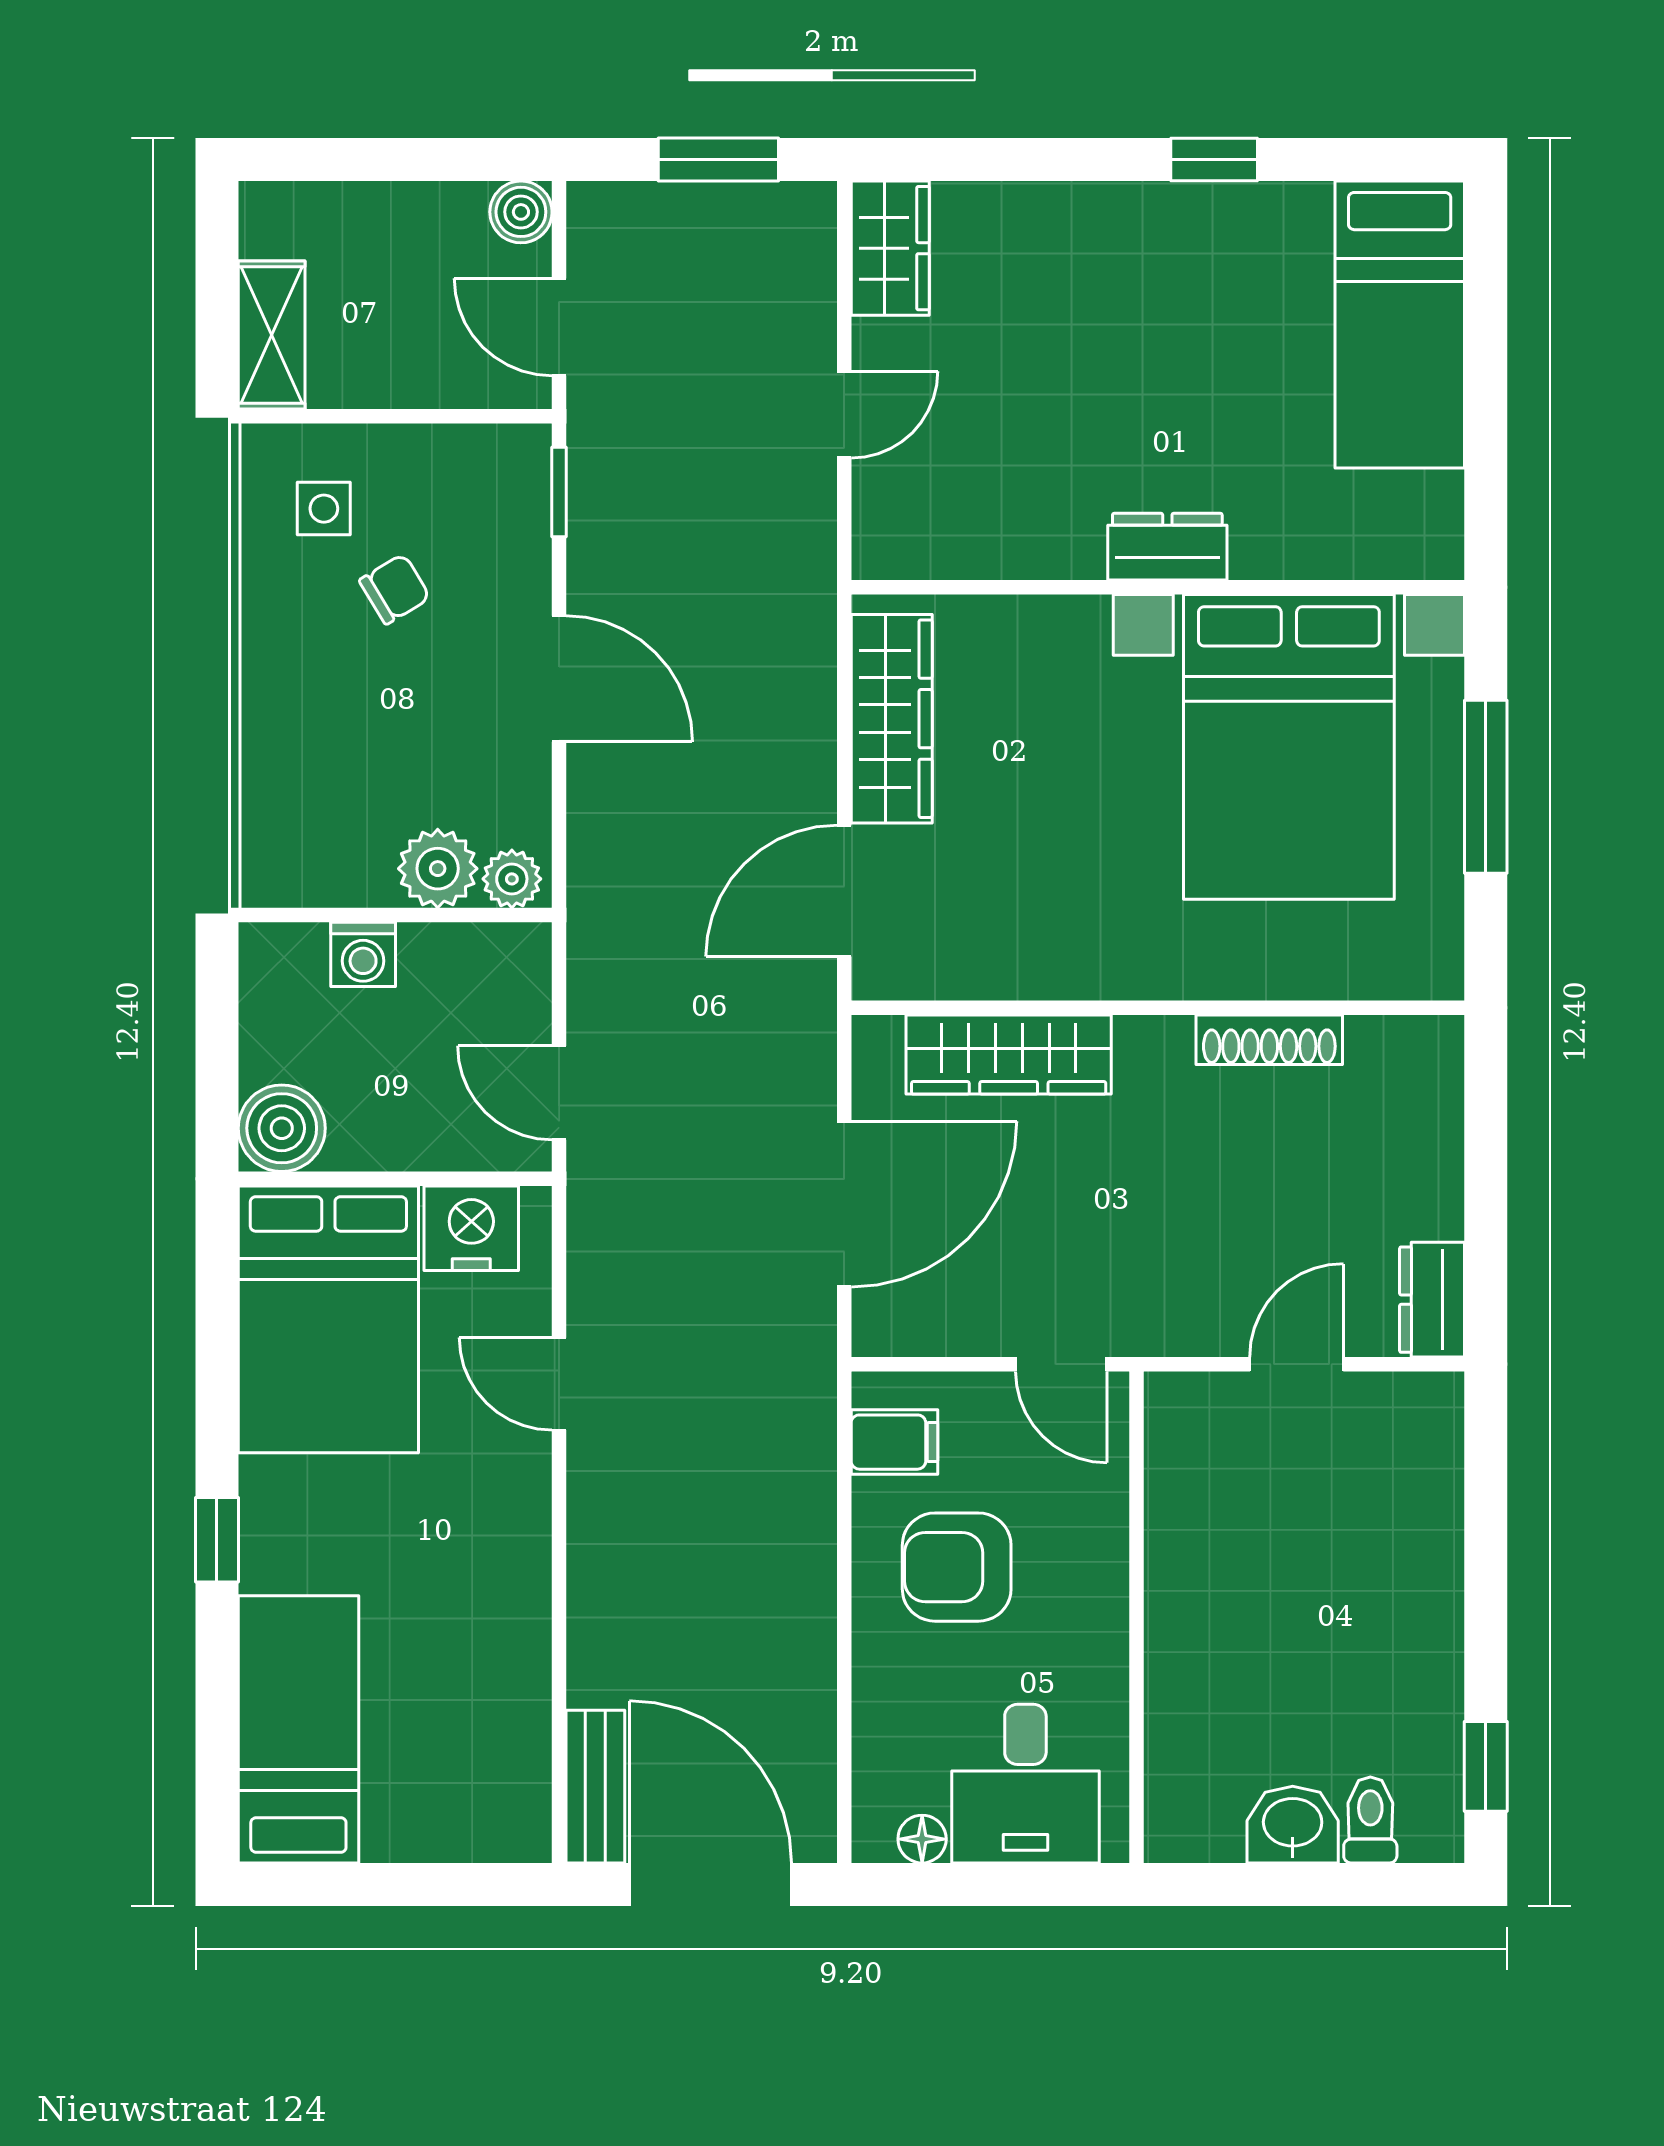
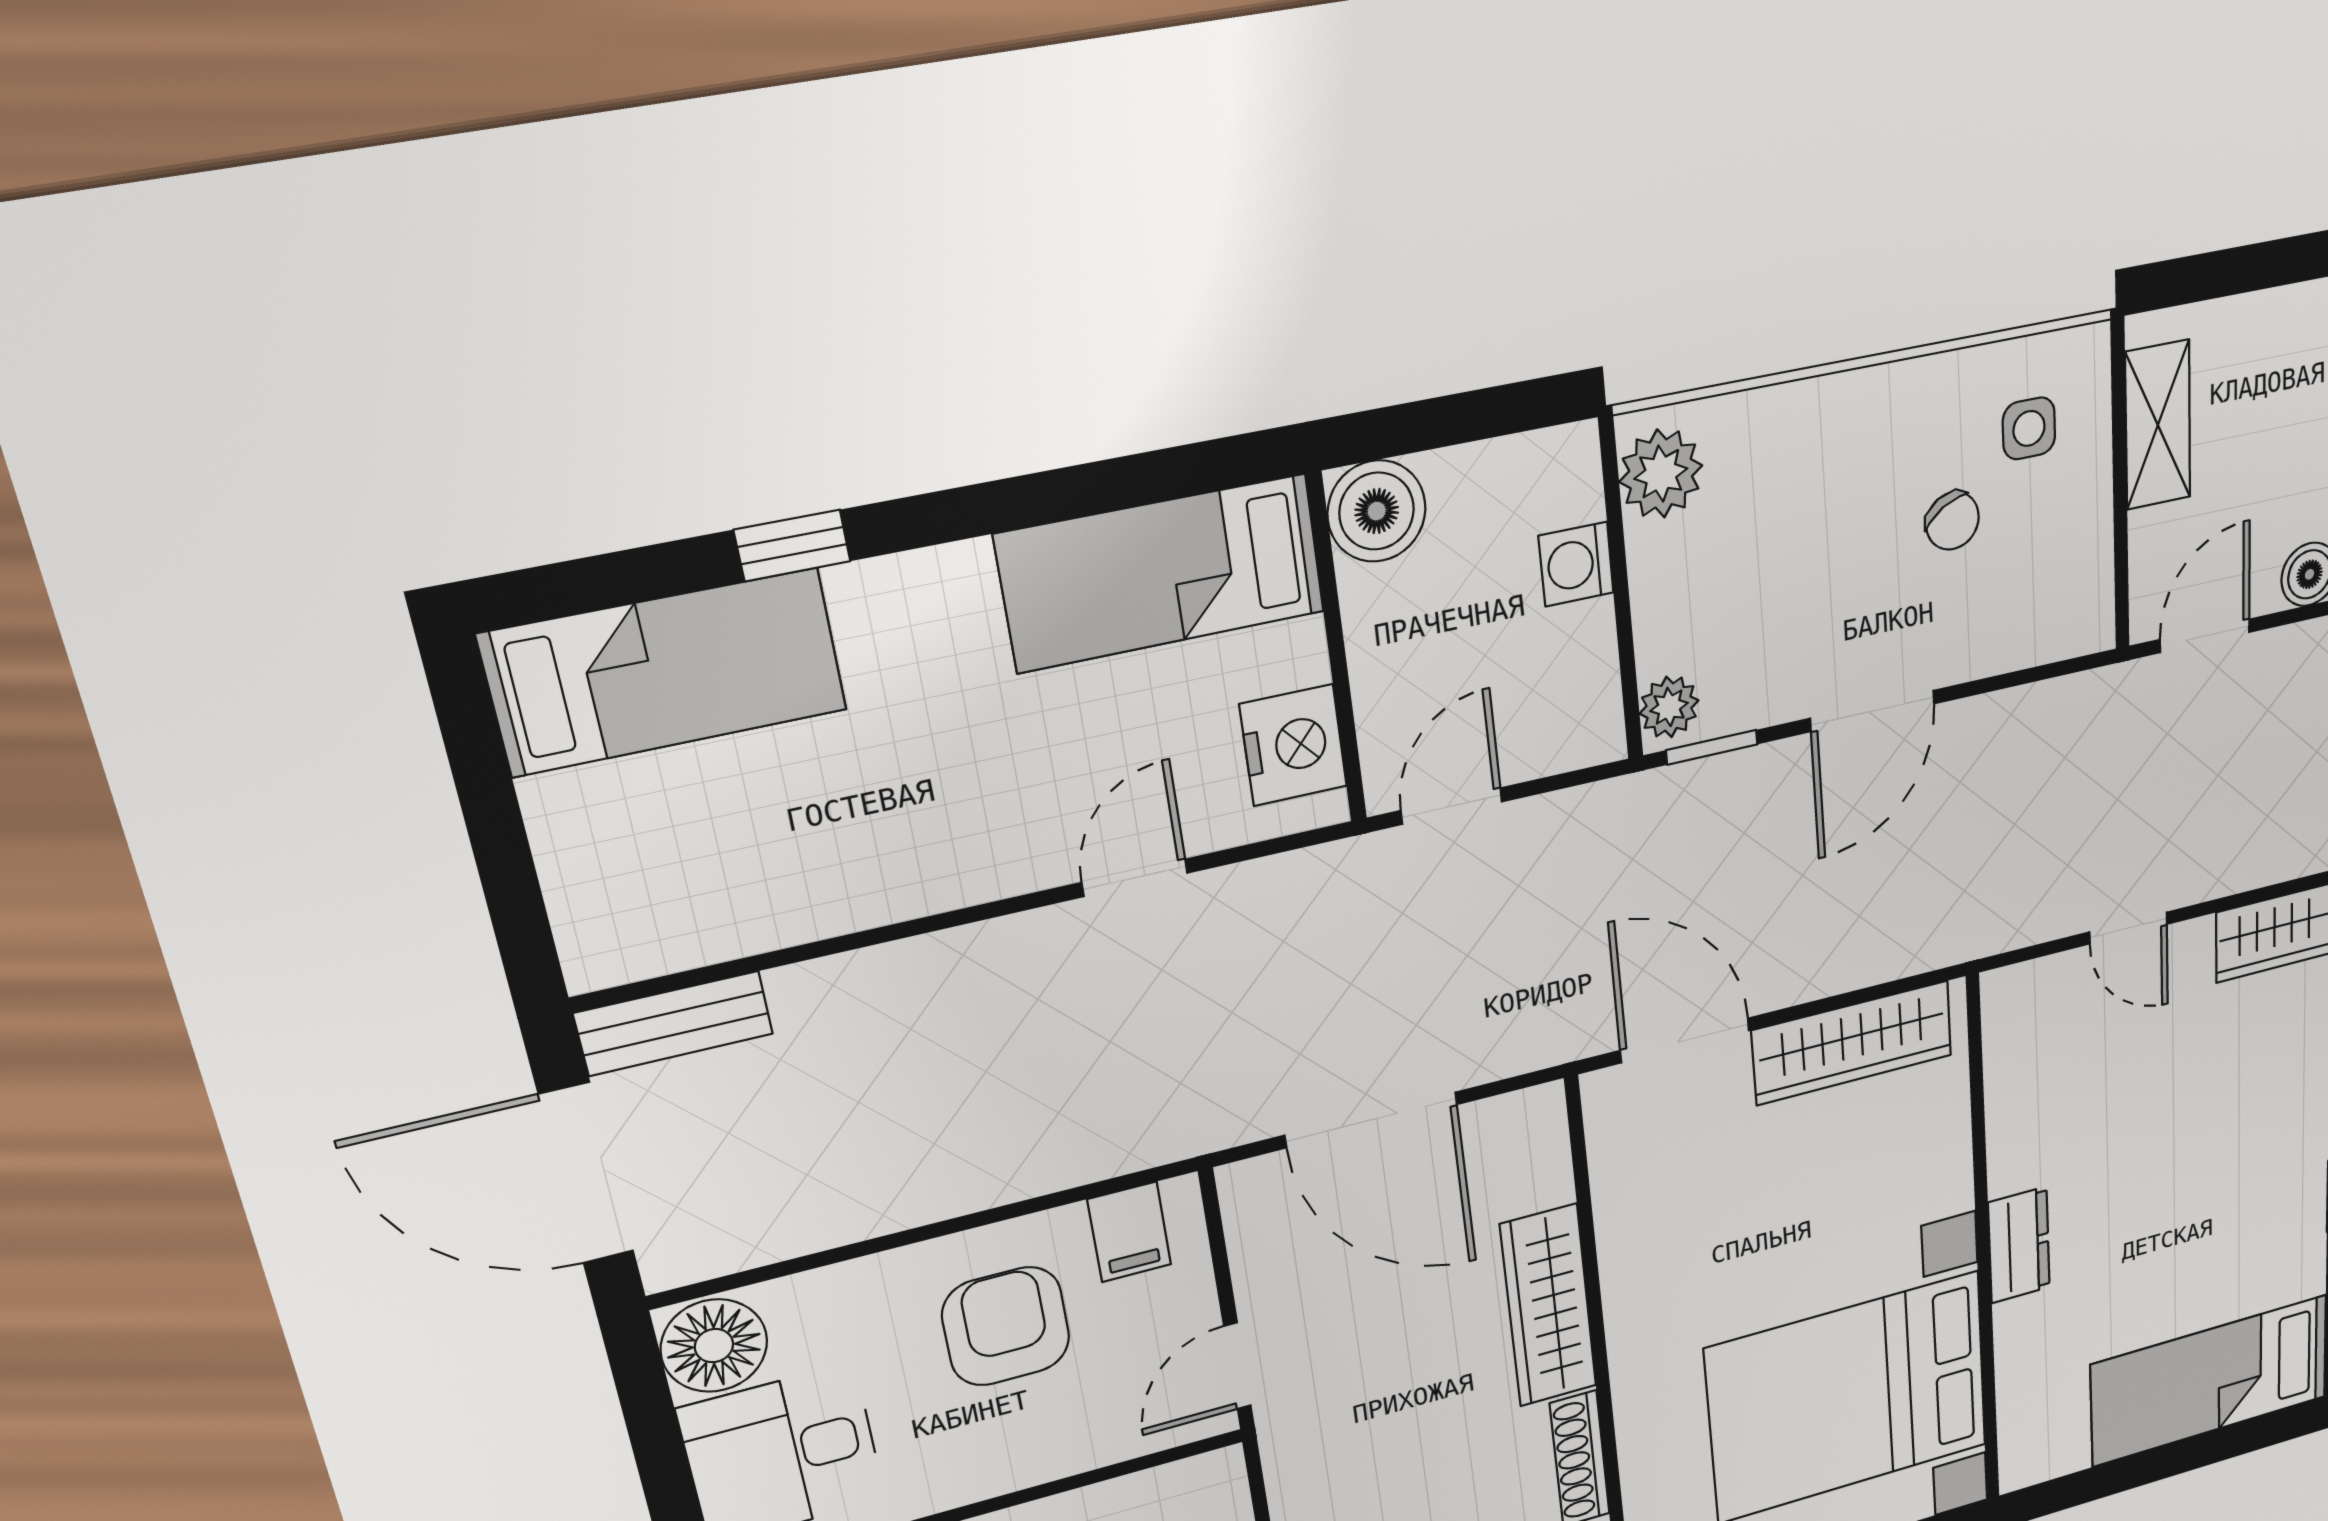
shelving: (272, 335) -> (2158, 425), moved, turned 90
window: (559, 492) -> (1712, 747), moved
plant: (438, 869) -> (1661, 474), moved
wardrobe: (1009, 1054) -> (1549, 1306), moved
bed: (328, 1319) -> (1162, 573), width x0.67
window: (217, 1540) -> (792, 546), moved
floor lamp: (922, 1839) -> (714, 1346), width x1.89, depth x1.89
door: (711, 1884) -> (586, 1173), swing flipped

